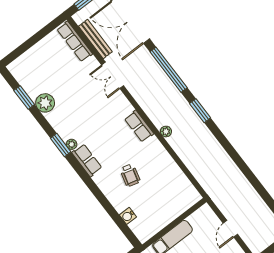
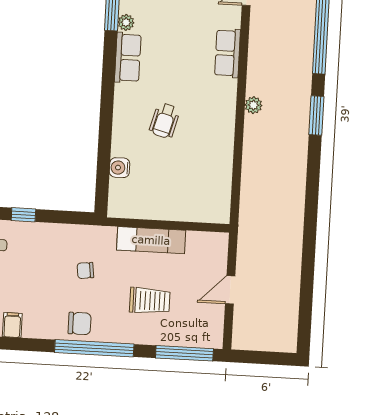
row of seats: (139, 126) -> (228, 53), moved

